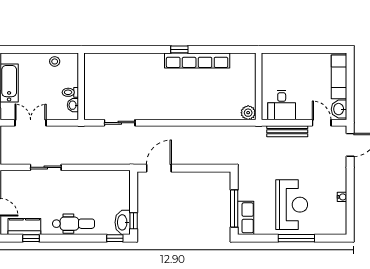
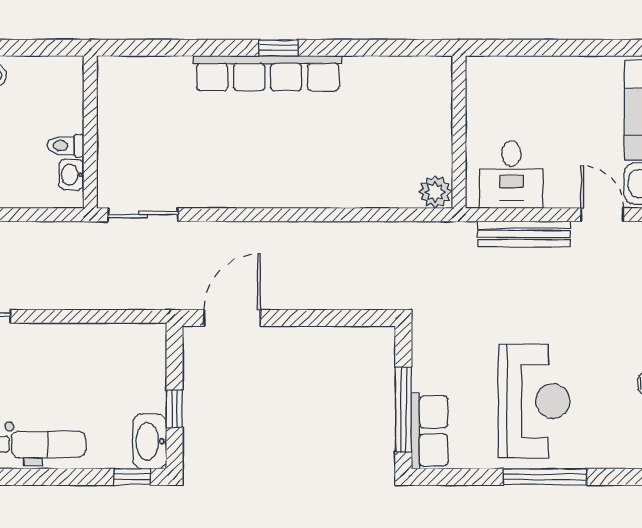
row of seats: (197, 61) -> (268, 73), moved
wall: (81, 86) -> (90, 132), moved
toilet: (70, 92) -> (66, 146), moved
washbasin: (73, 105) -> (71, 175), moved
window: (134, 221) -> (175, 409), moved

